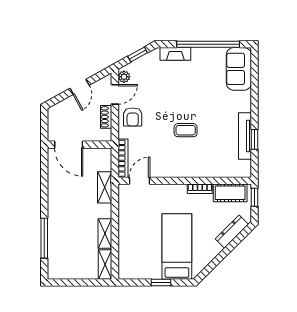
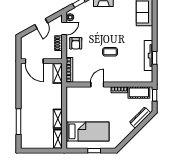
door: (139, 181) -> (97, 85), moved
shelving: (105, 187) -> (58, 73), moved
bed: (177, 247) -> (88, 131), moved, turned 90

